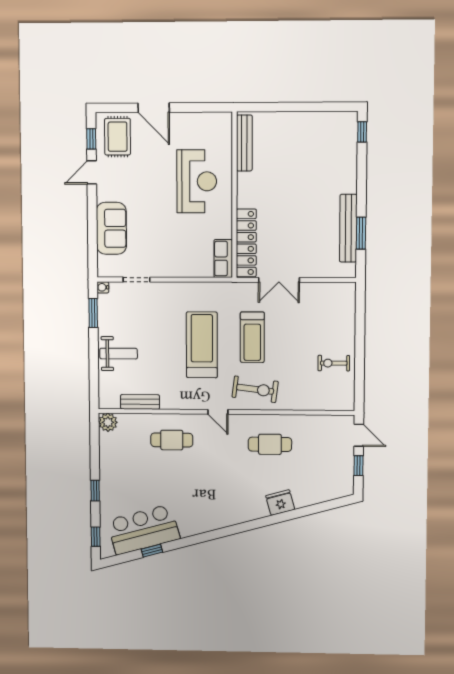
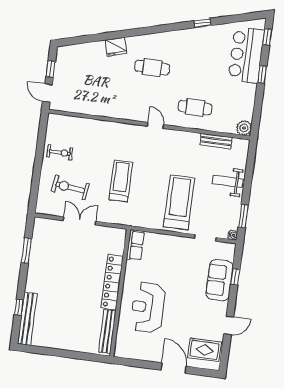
window: (362, 132) -> (19, 307), moved
rug: (118, 137) -> (205, 350), turned 90
window: (91, 139) -> (235, 277), moved
bench: (348, 228) -> (27, 319), moved
locker: (246, 243) -> (112, 282), moved
double door: (279, 280) -> (79, 221), moved
treadmill: (202, 345) -> (179, 202), moved, turned 180
exercise bike: (255, 389) -> (70, 188), moved
cafe table: (270, 444) -> (152, 68), moved
bar counter: (143, 530) -> (246, 55), moved, turned 105
window: (152, 551) -> (203, 23), moved

